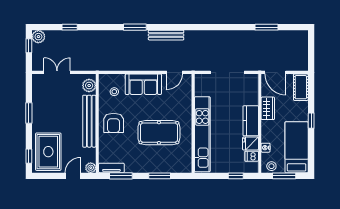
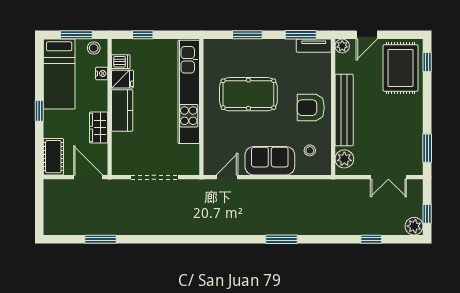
bench: (166, 35) -> (239, 228), removed
window: (29, 113) -> (427, 148), moved
armchair: (114, 123) -> (311, 108), turned -90

